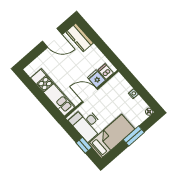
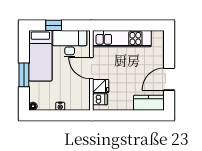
door: (90, 95) -> (91, 68), swing flipped

